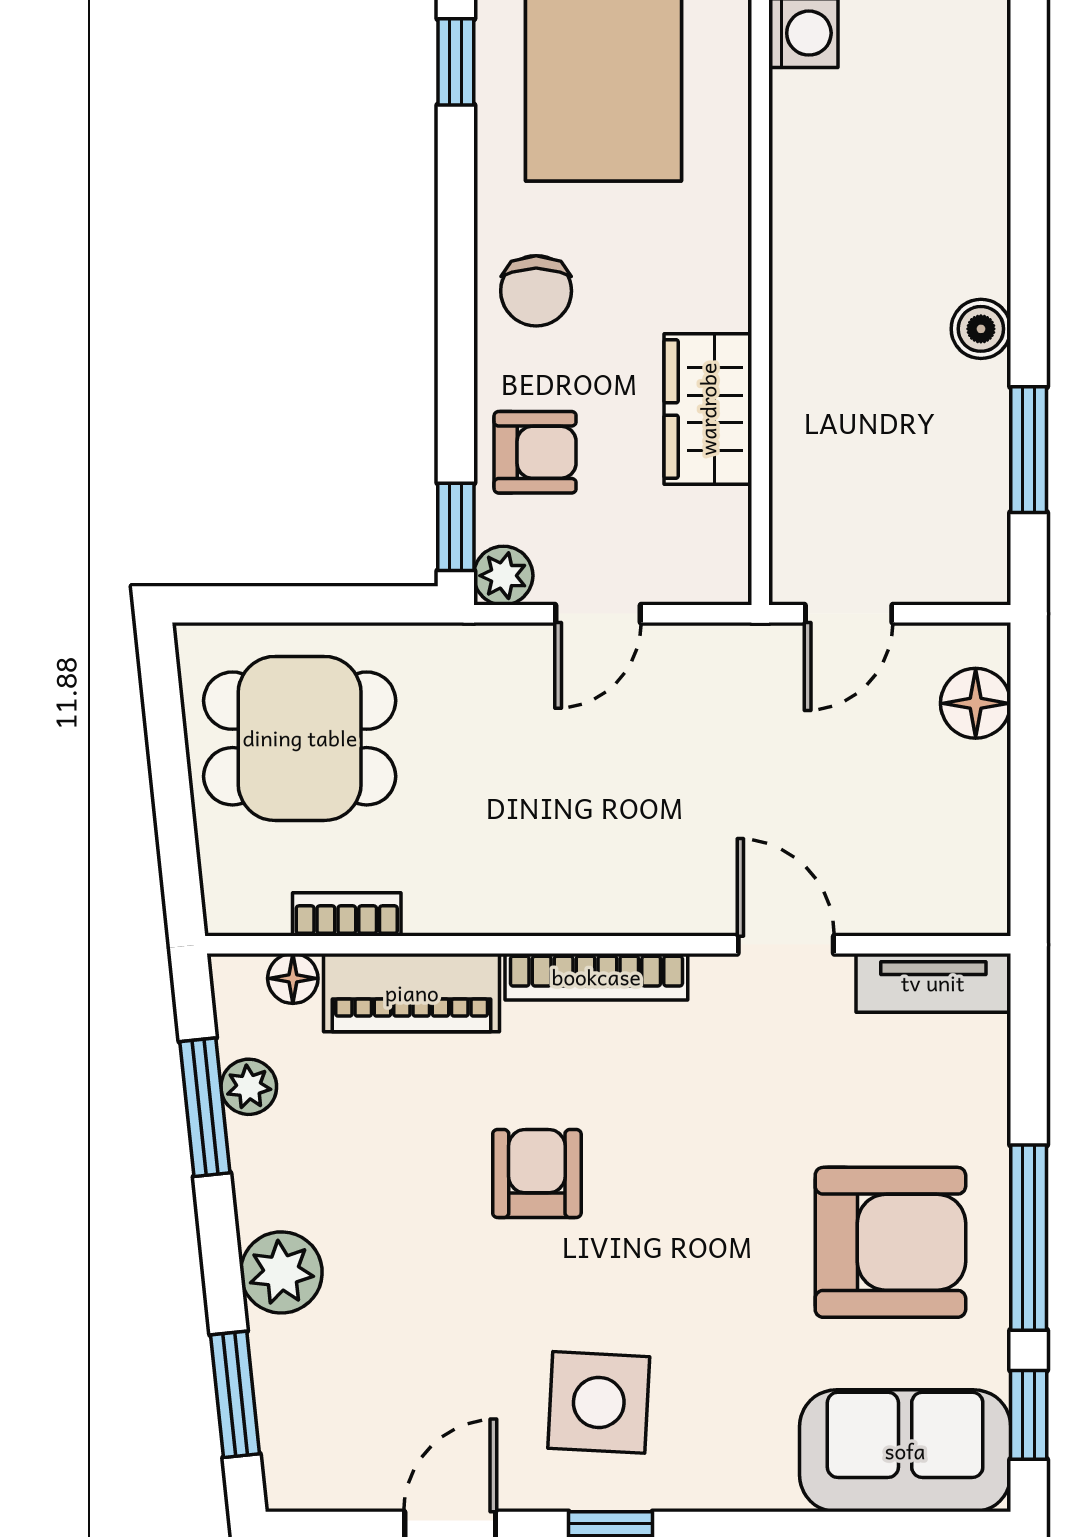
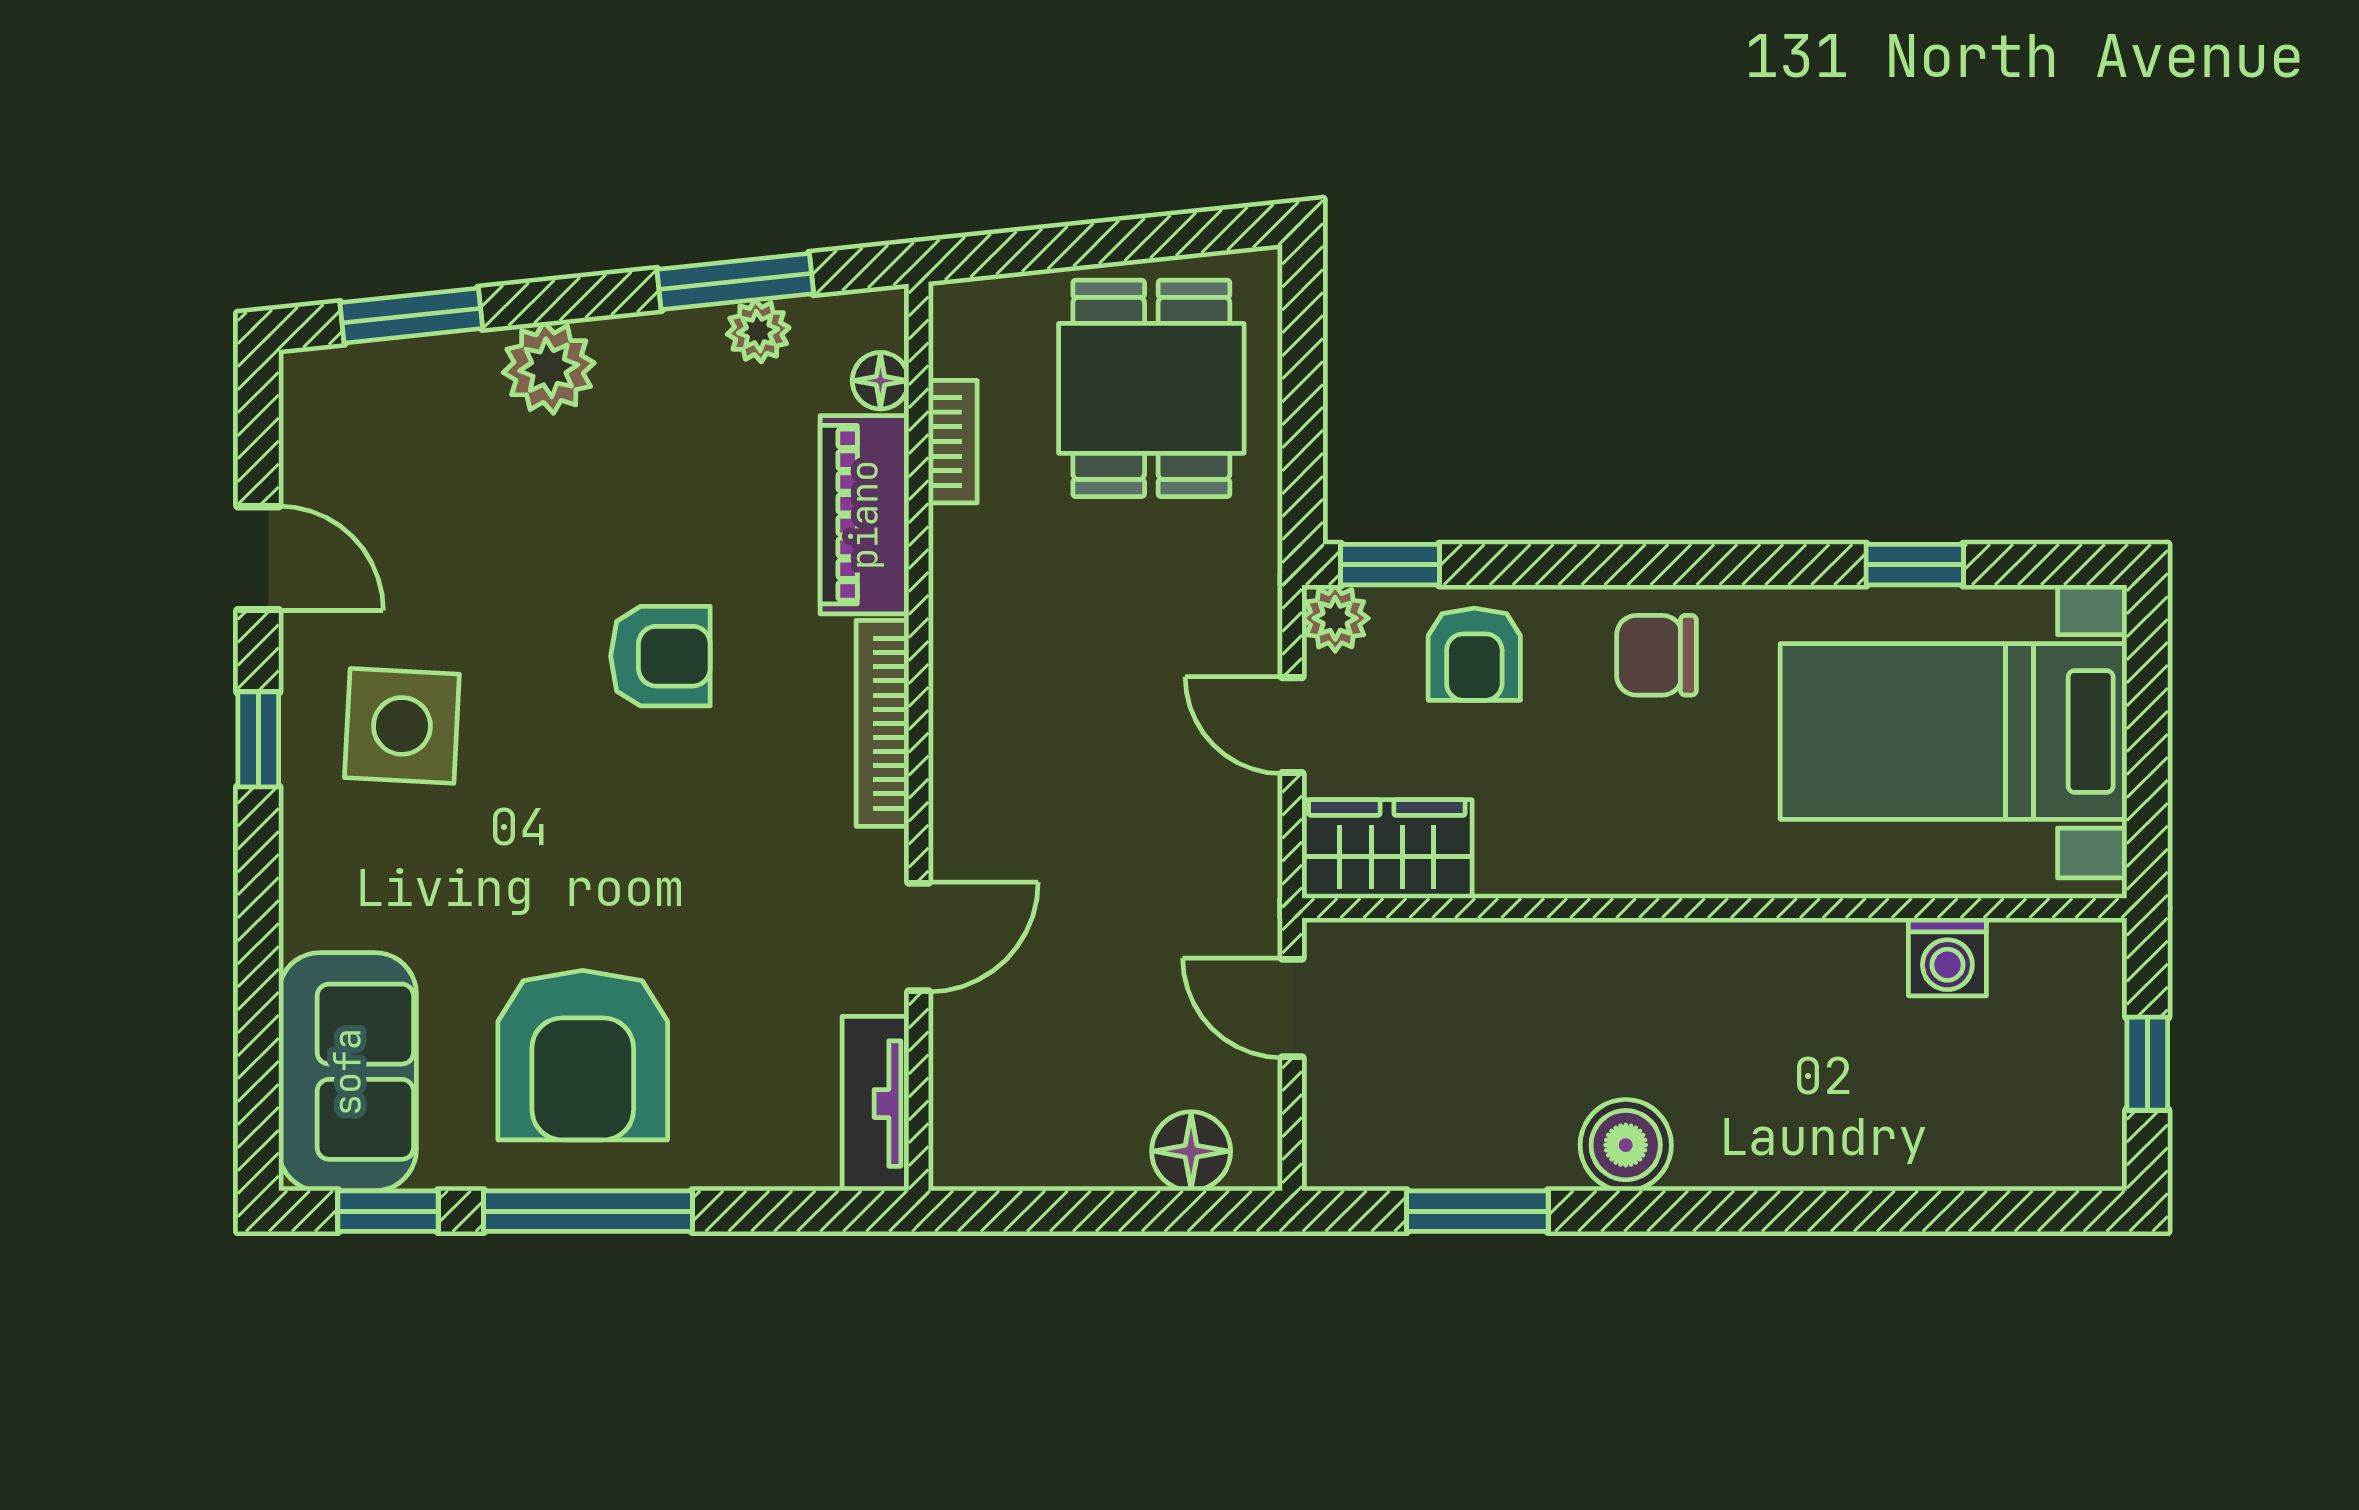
boiler: (981, 329) -> (1626, 1145), width x1.36, depth x1.36
wardrobe: (708, 409) -> (1387, 849), moved

